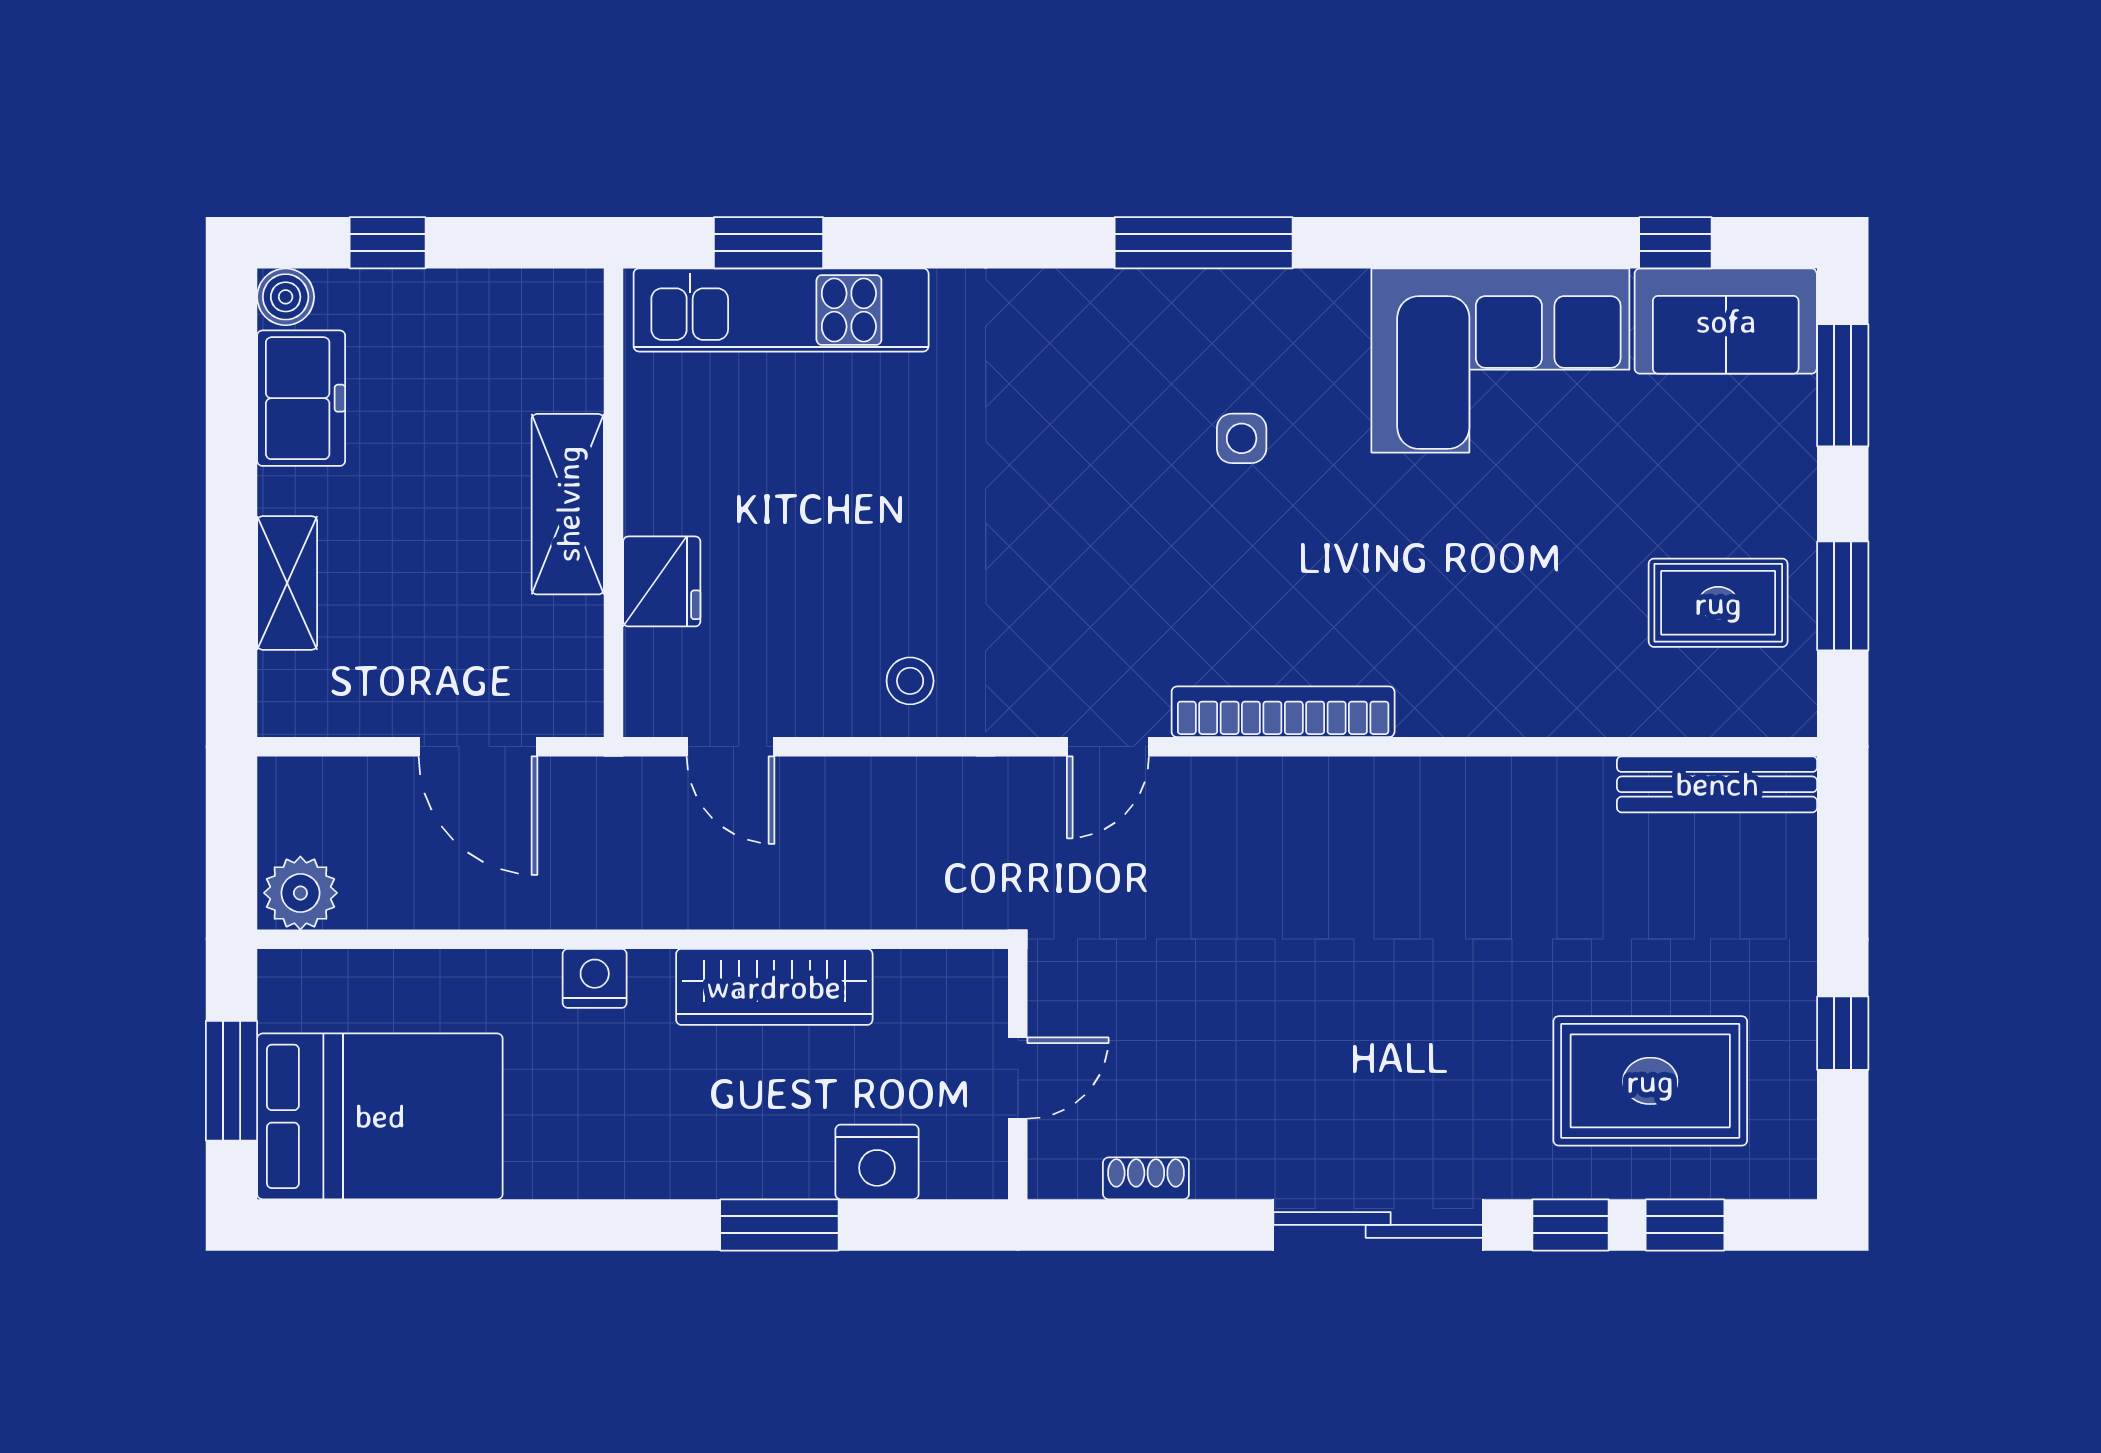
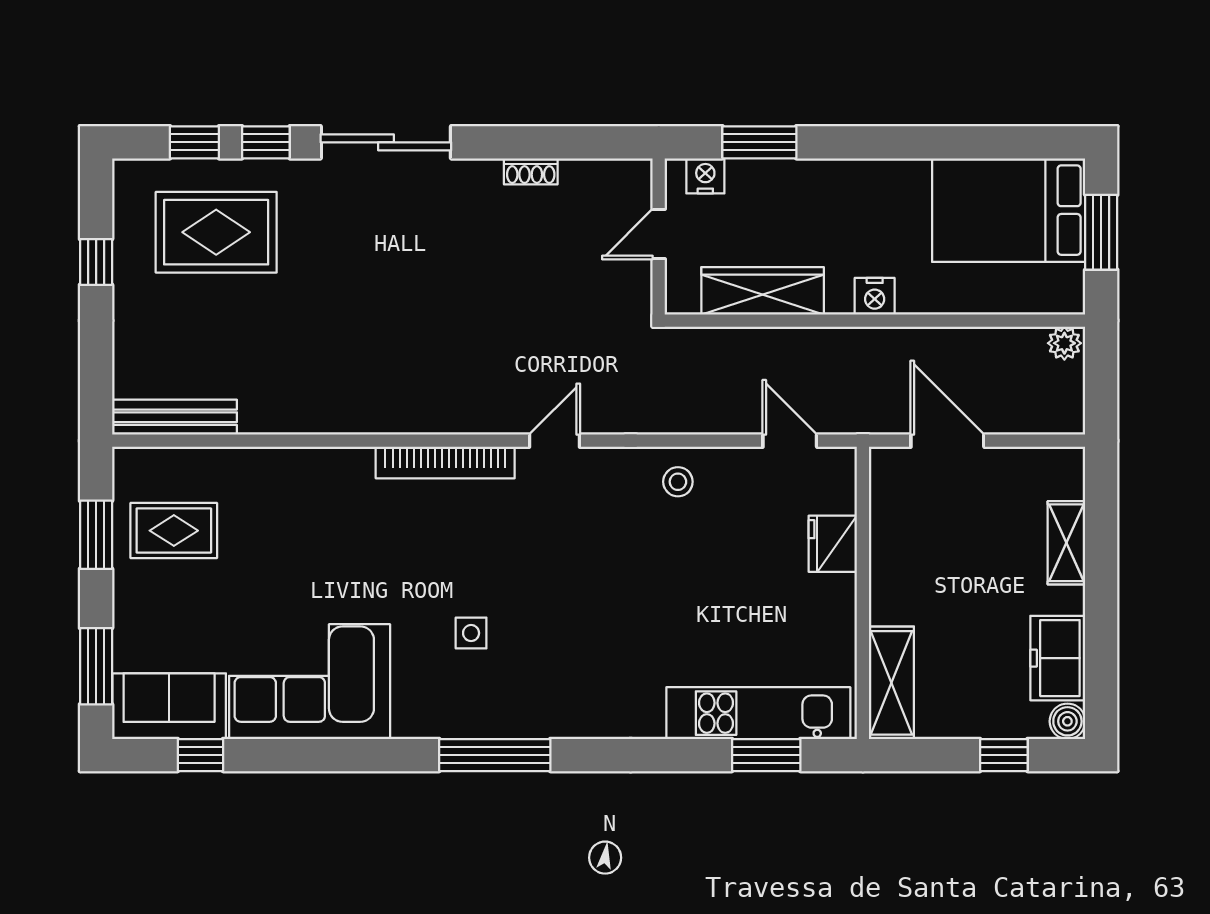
shelving: (568, 504) -> (891, 683), moved
plant: (300, 893) -> (1064, 343), width x0.73, depth x0.73
wall: (1018, 1074) -> (659, 236), moved
door: (1018, 1078) -> (659, 234), moved
nightstand: (877, 1162) -> (705, 176), width x0.74, depth x0.75

